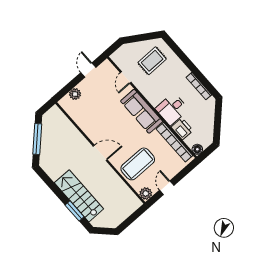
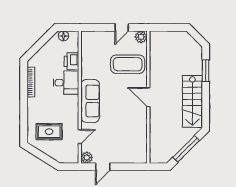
plant: (75, 94) -> (87, 158), moved
bookcase: (174, 142) -> (86, 56), removed
floor lamp: (197, 149) -> (63, 36), moved
stairs: (79, 196) -> (192, 101), moved

